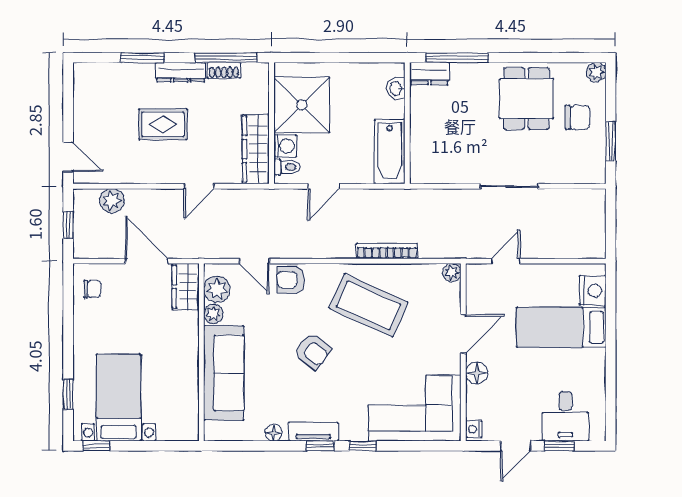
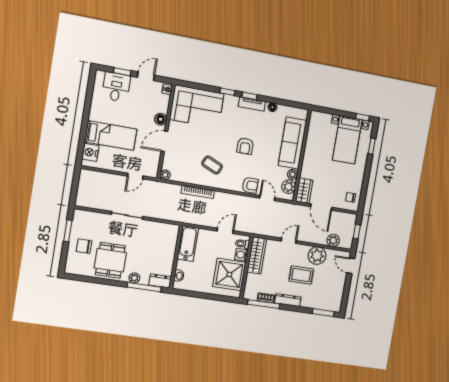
window: (143, 58) -> (323, 313), moved
plant: (596, 72) -> (134, 278), moved
plant: (139, 167) -> (317, 256), added
coffee table: (369, 305) -> (212, 165), width x0.54, depth x0.58
armchair: (313, 351) -> (245, 146), turned -128

